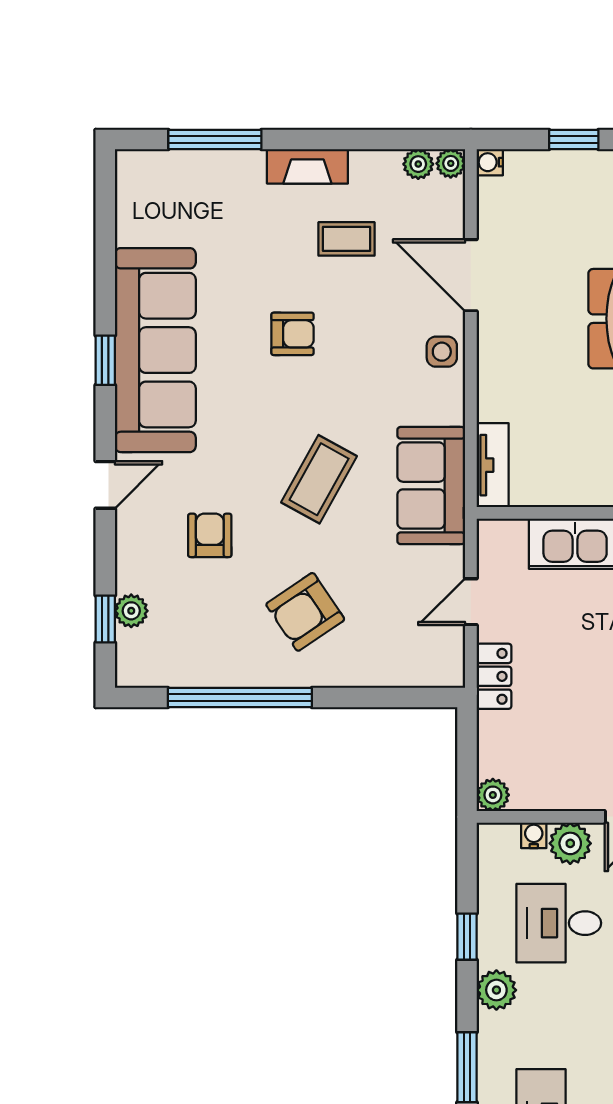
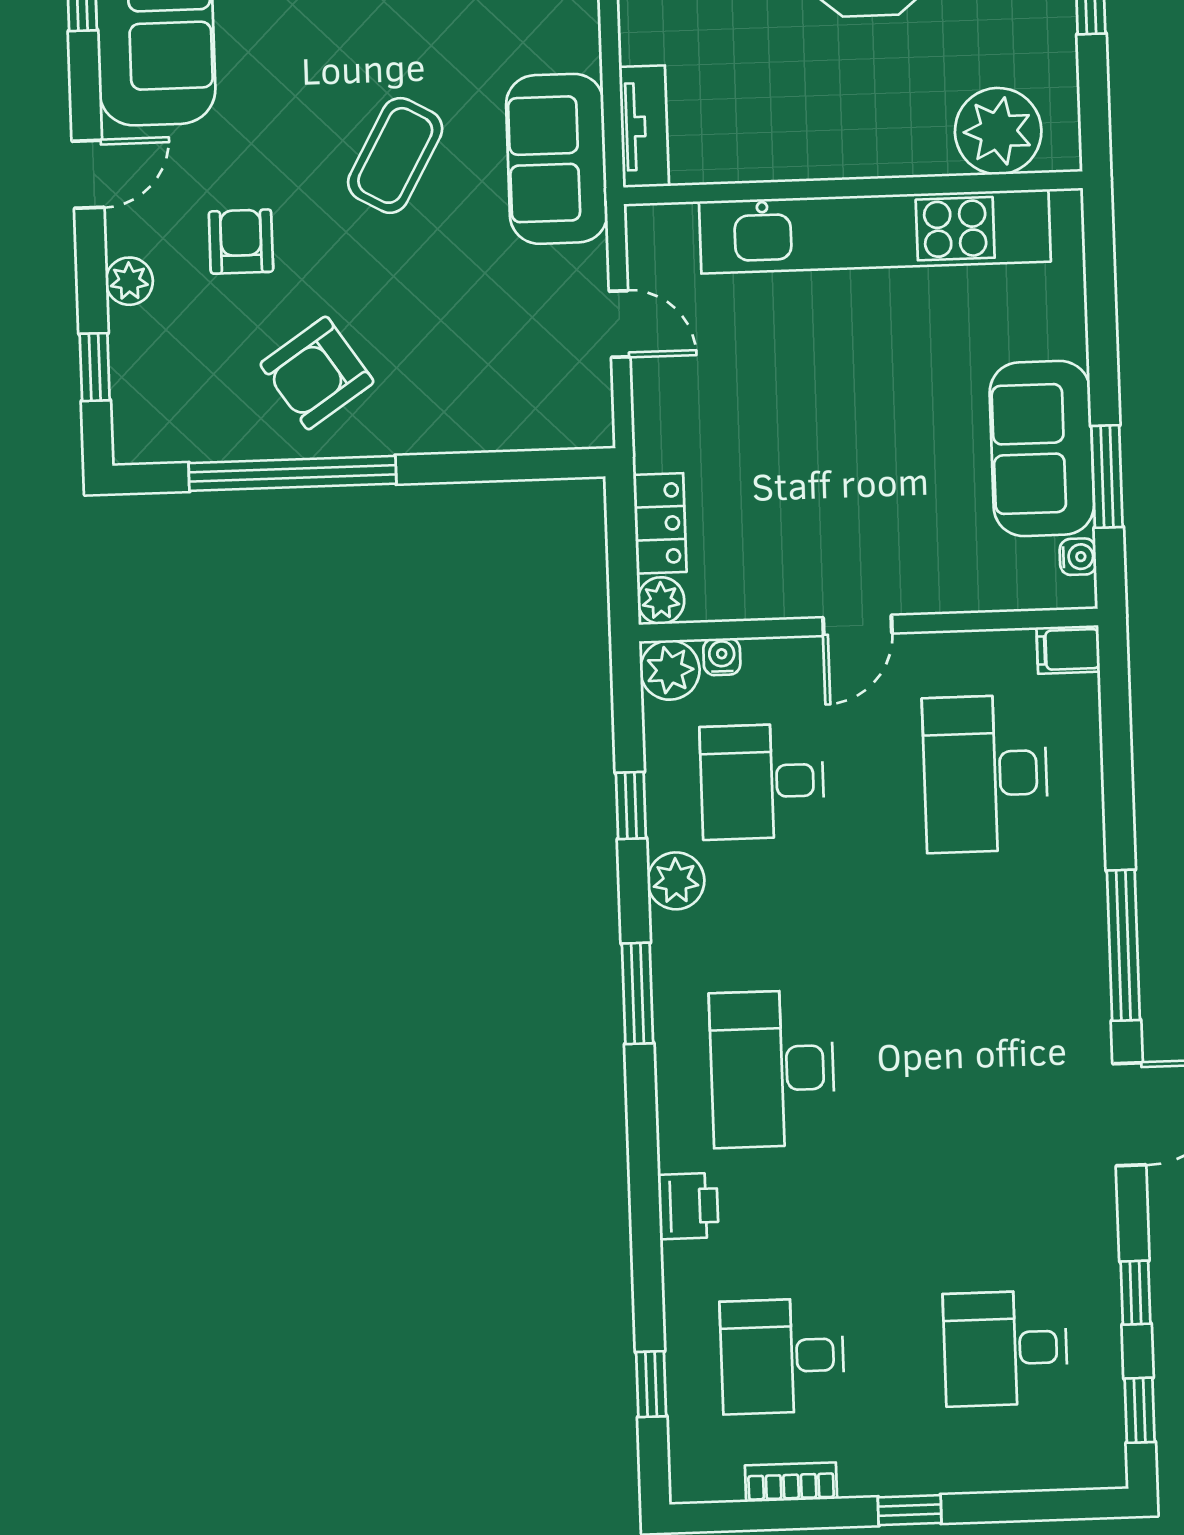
door: (471, 602) -> (620, 324), swing flipped
plant: (131, 611) -> (129, 281), moved
armchair: (305, 612) -> (317, 373), moved
locker: (494, 676) -> (660, 523), moved
plant: (570, 843) -> (670, 670), moved

